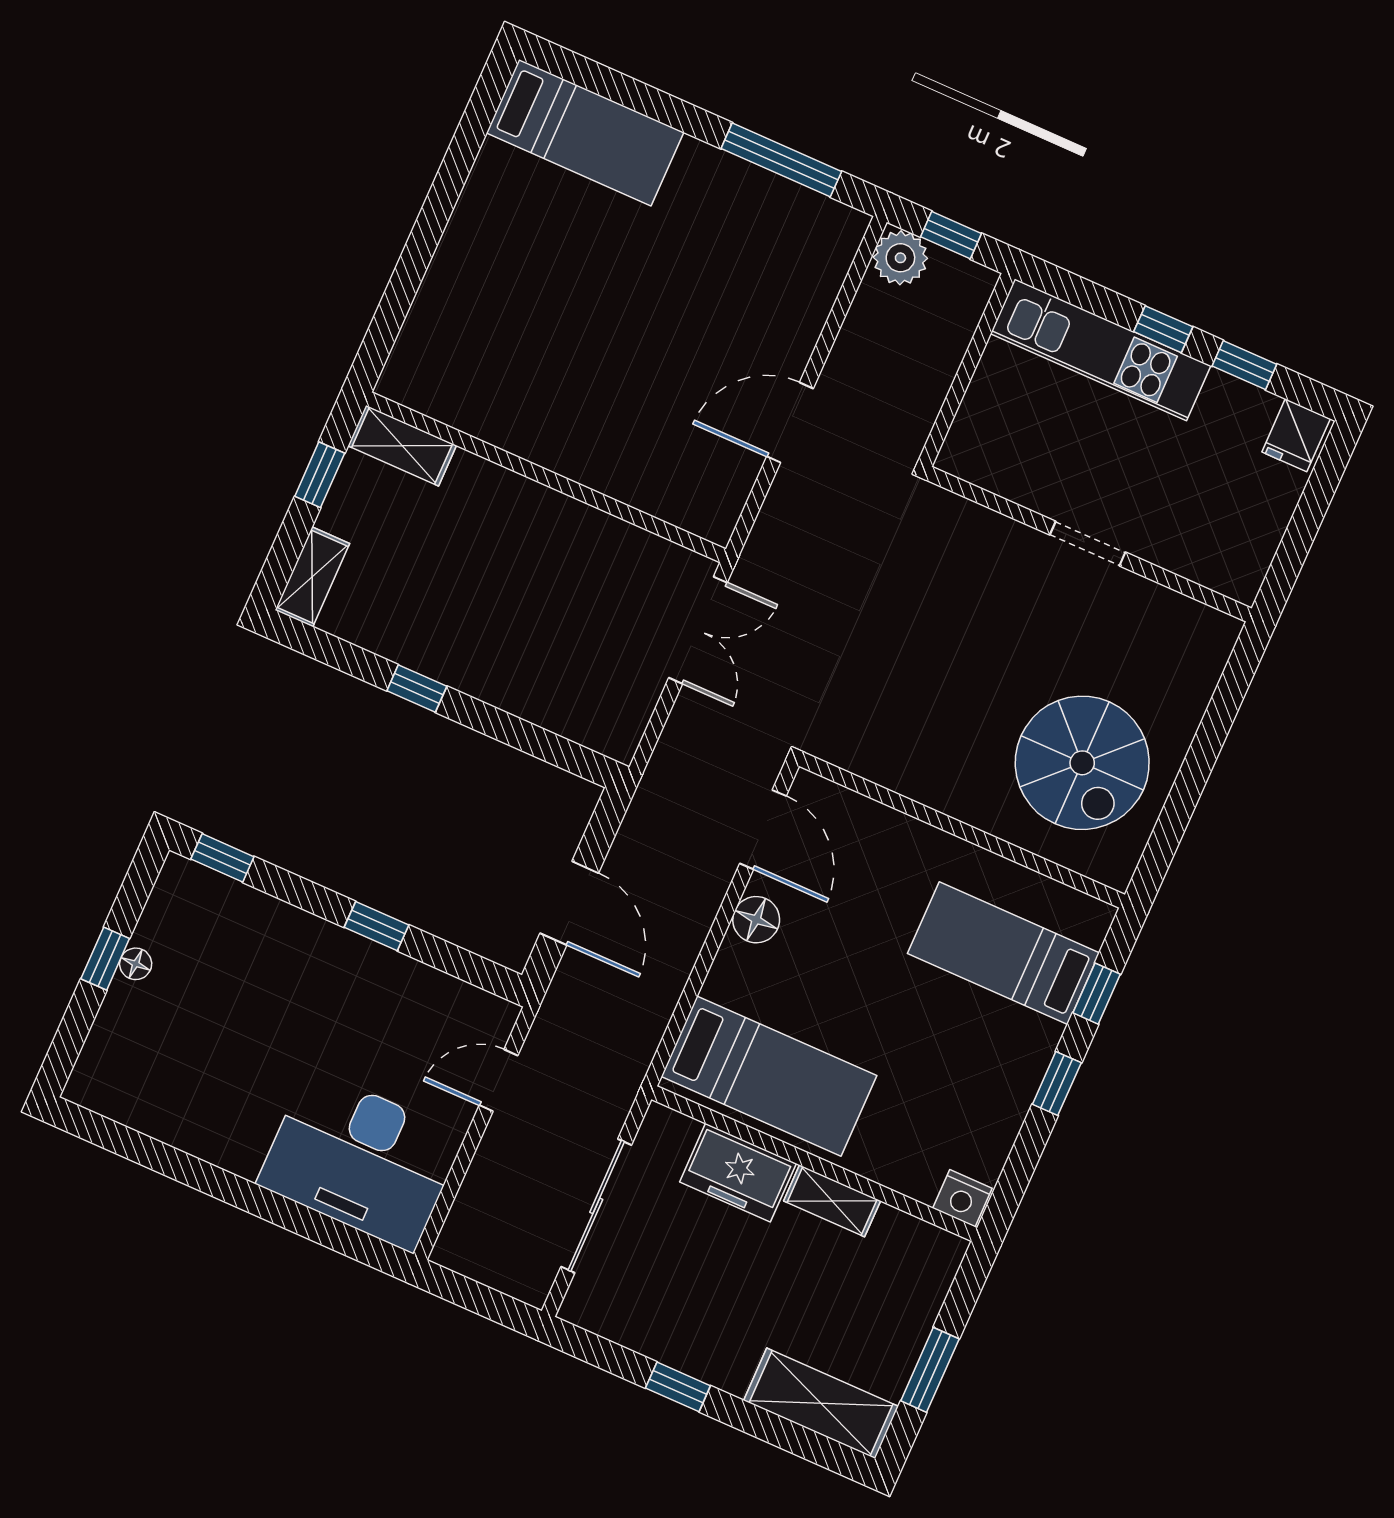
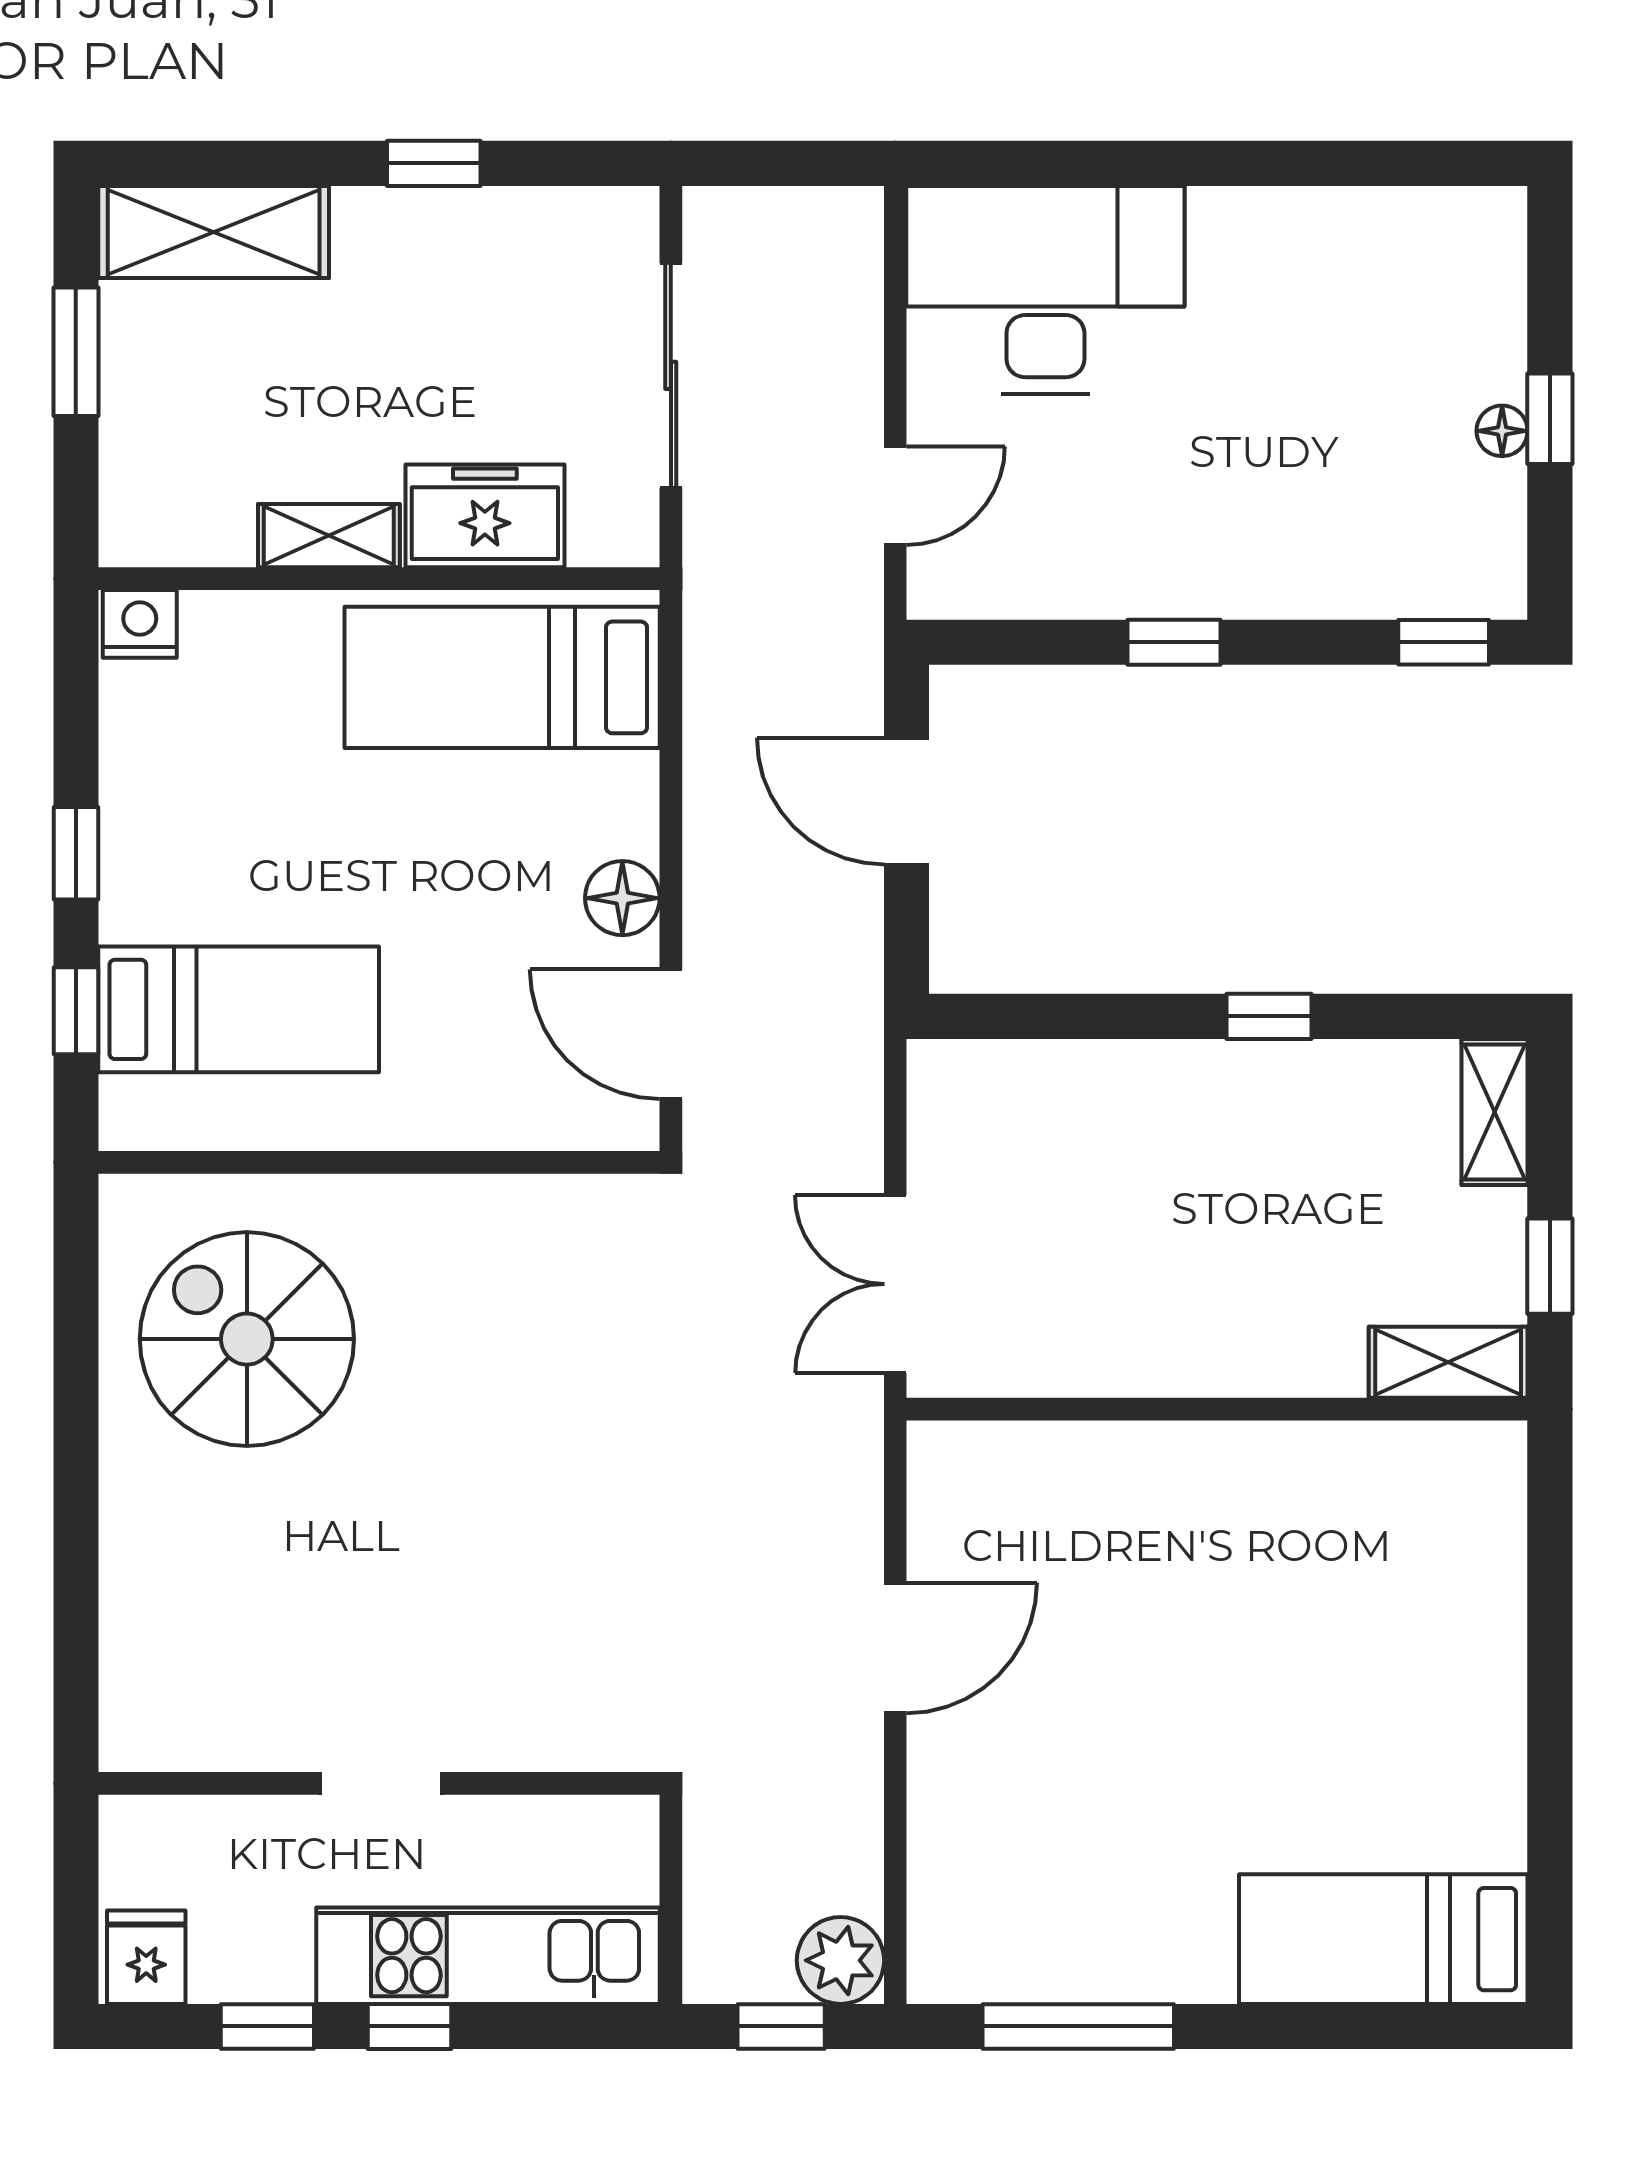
doorway: (1088, 544) -> (381, 1783), moved
wall: (1089, 544) -> (379, 1783), moved

